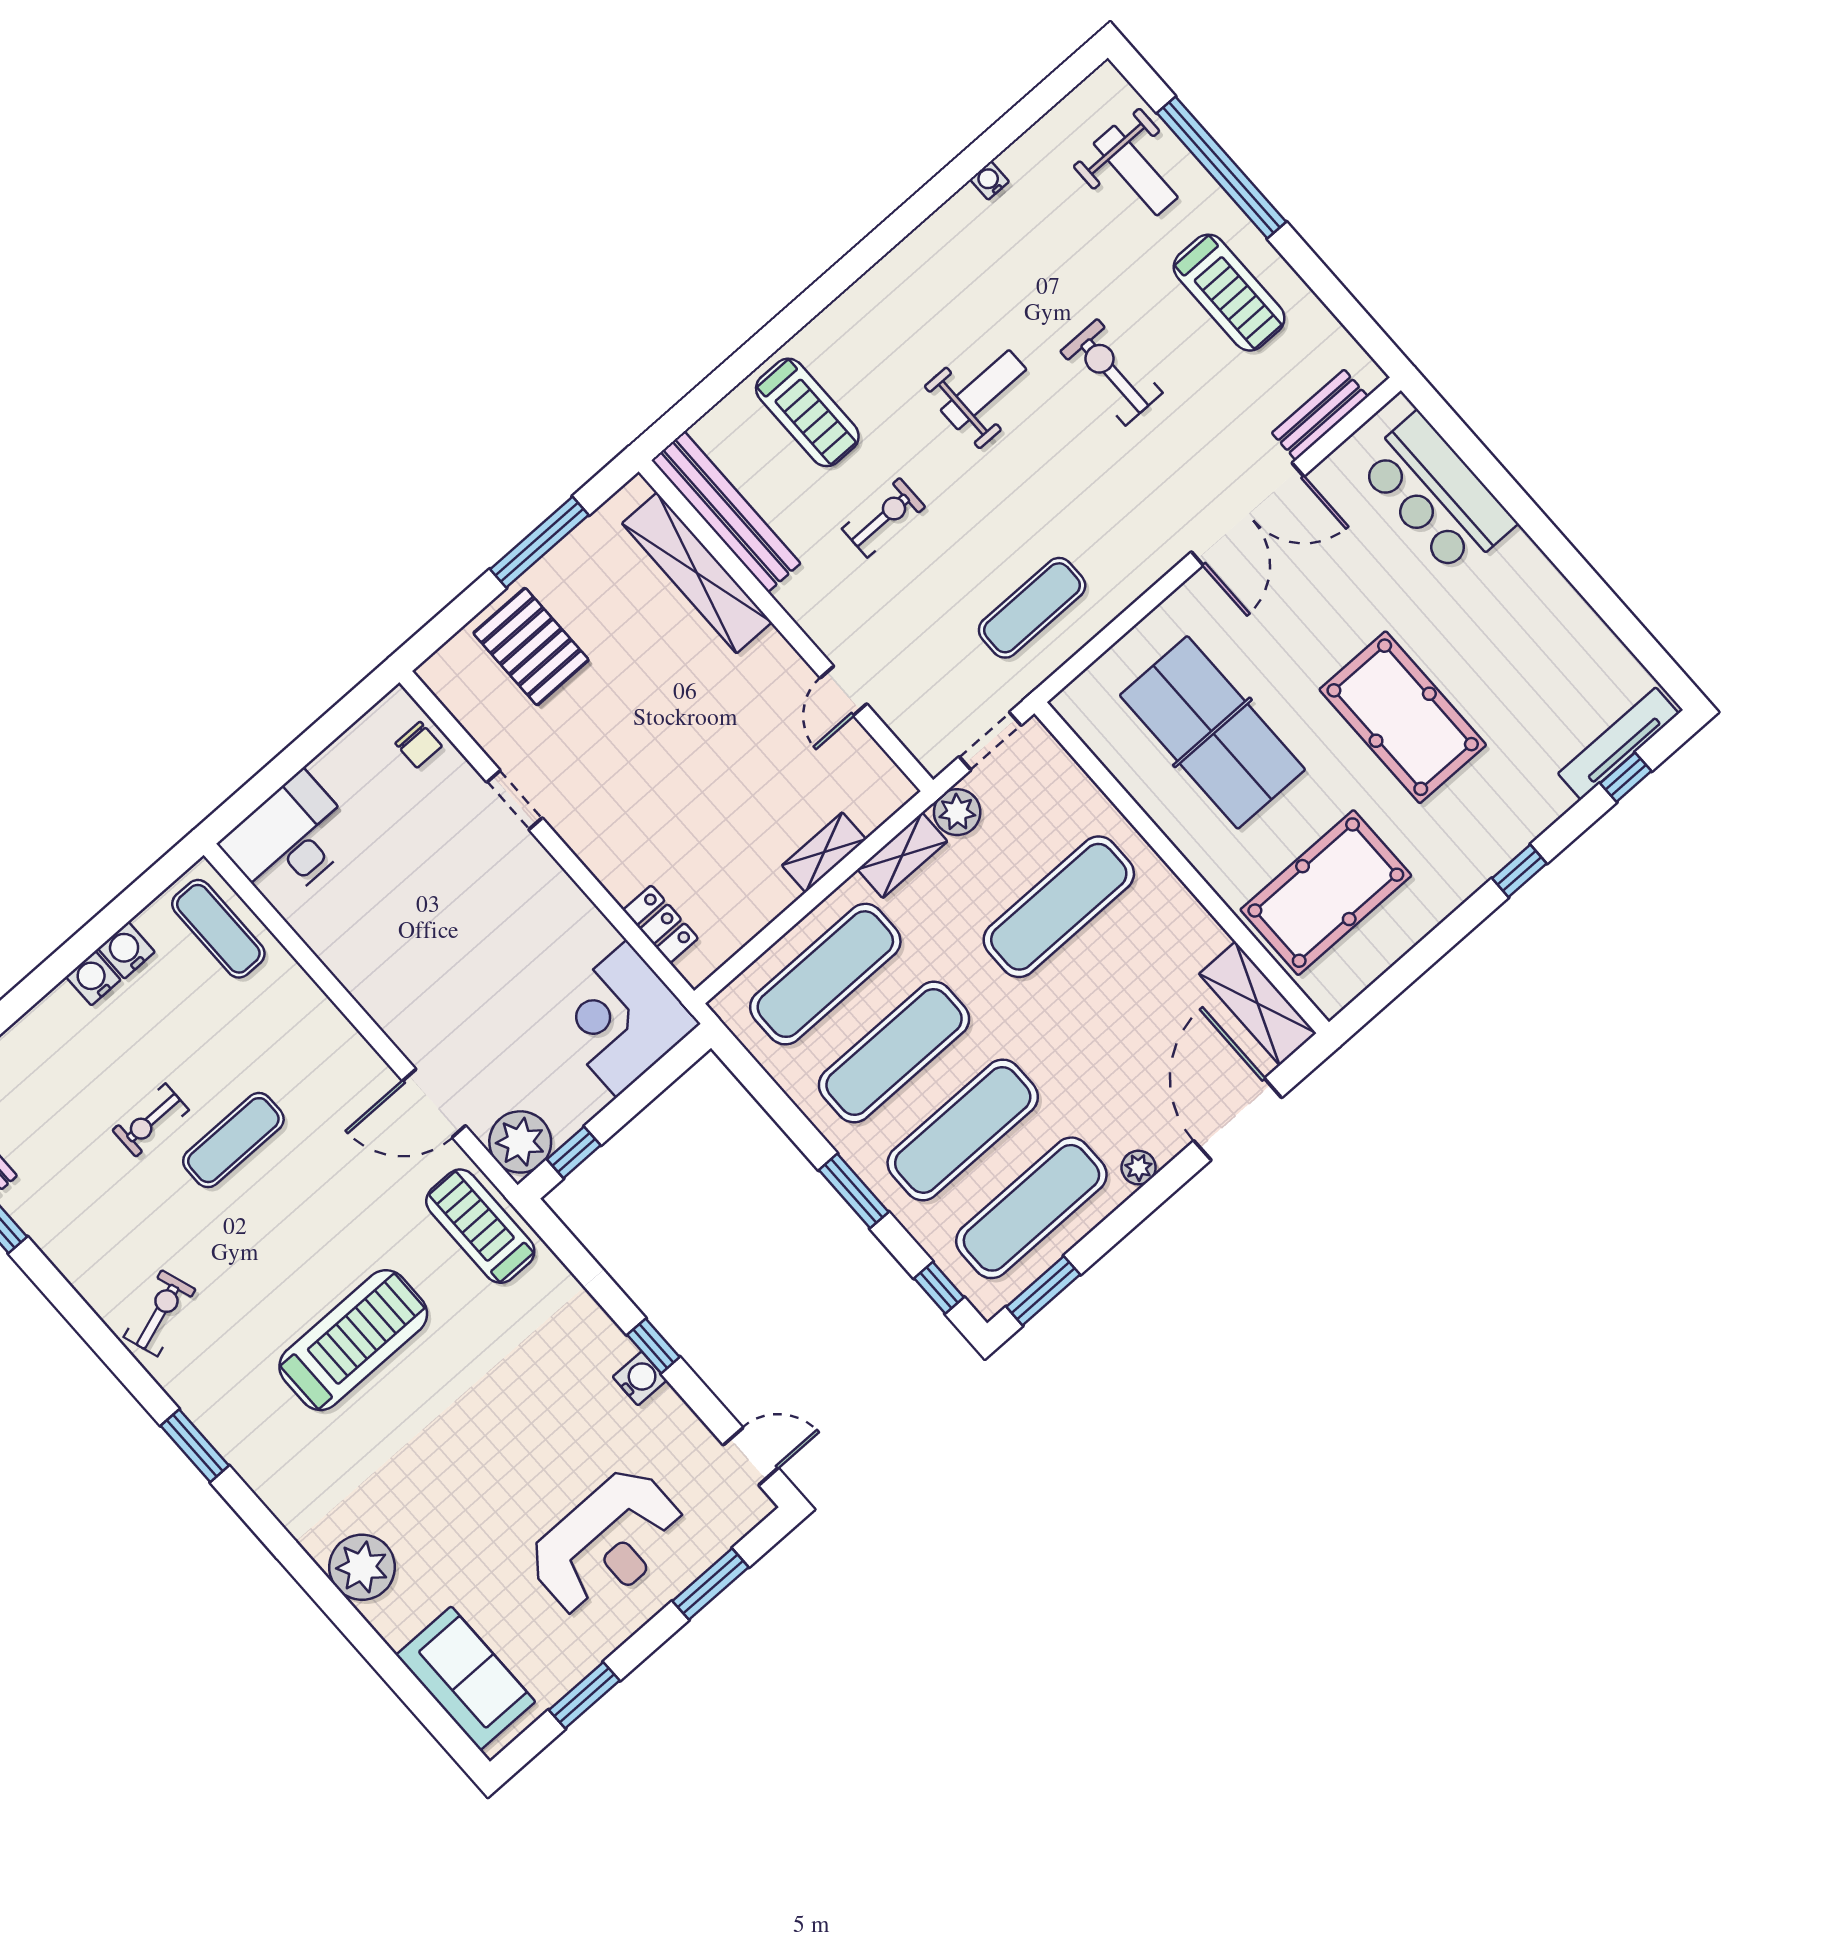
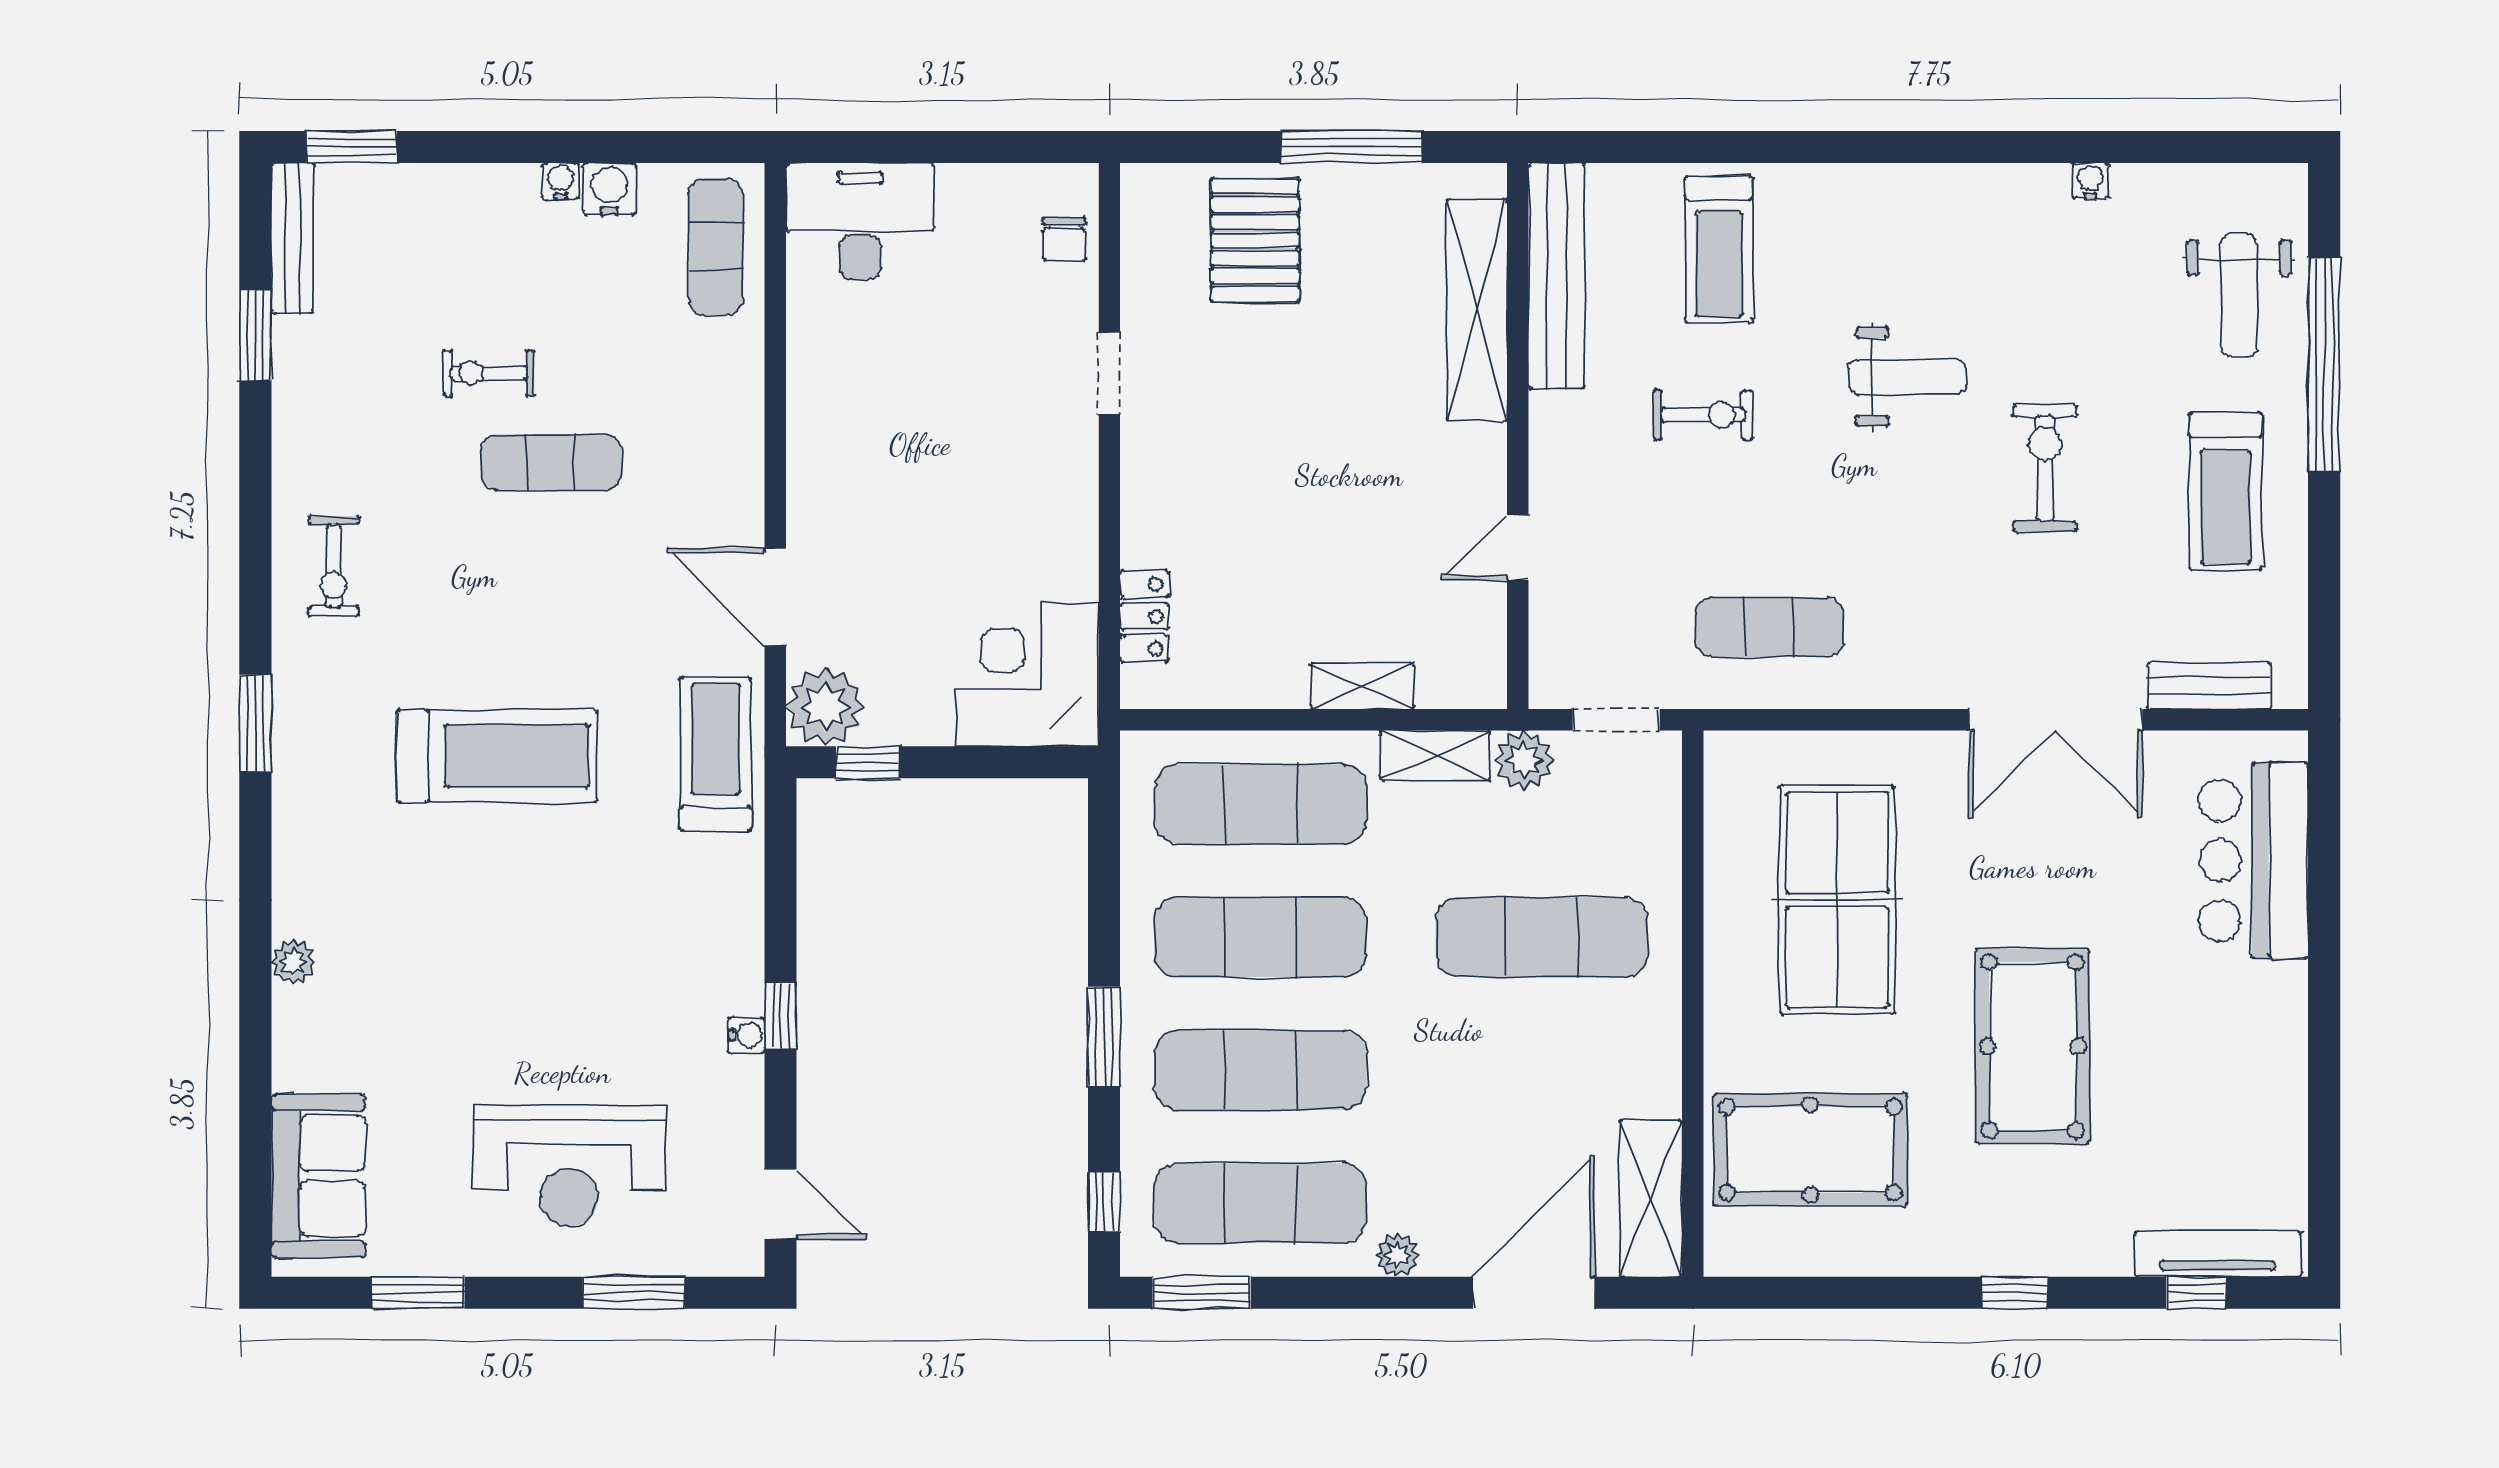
water cooler: (93, 978) -> (561, 181), width x0.72, depth x0.72
exercise bike: (160, 1313) -> (334, 566), turned 109
water cooler: (640, 1378) -> (747, 1035), width x0.72, depth x0.72
plant: (362, 1567) -> (294, 962), width x0.53, depth x0.53

